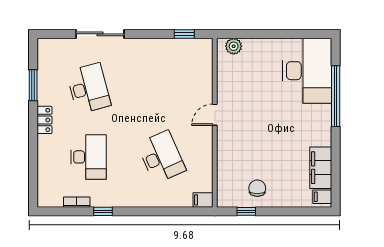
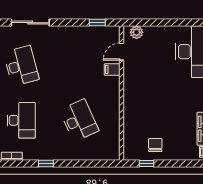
door: (215, 115) -> (122, 52), moved
filing cabinet: (203, 200) -> (112, 70), moved
window: (103, 211) -> (46, 163), moved

